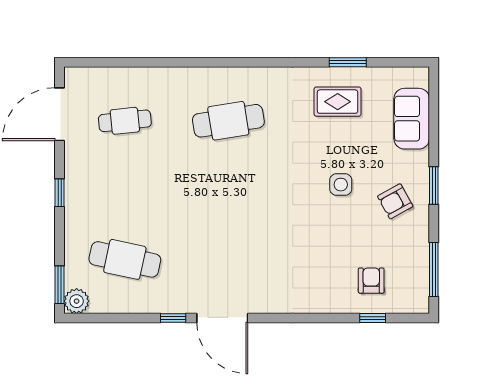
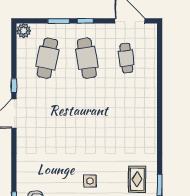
cafe table: (228, 121) -> (87, 58), moved
window: (60, 285) -> (59, 21), moved

